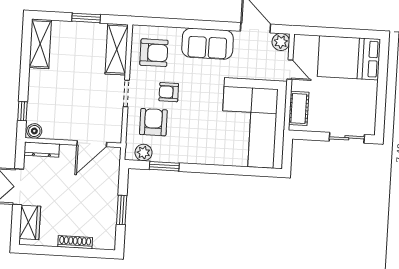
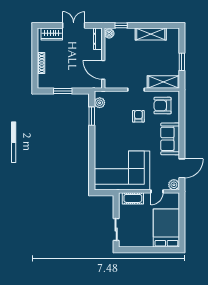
shelving: (40, 44) -> (151, 34), moved
armchair: (154, 53) -> (163, 106), turned 90
armchair: (153, 122) -> (119, 108), removed

